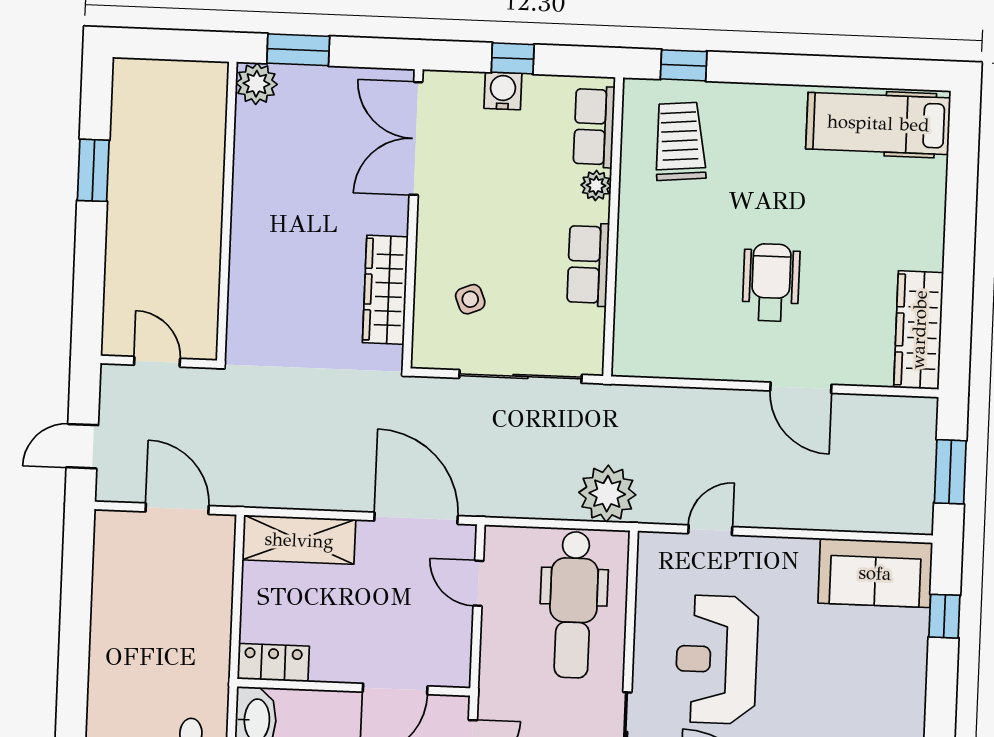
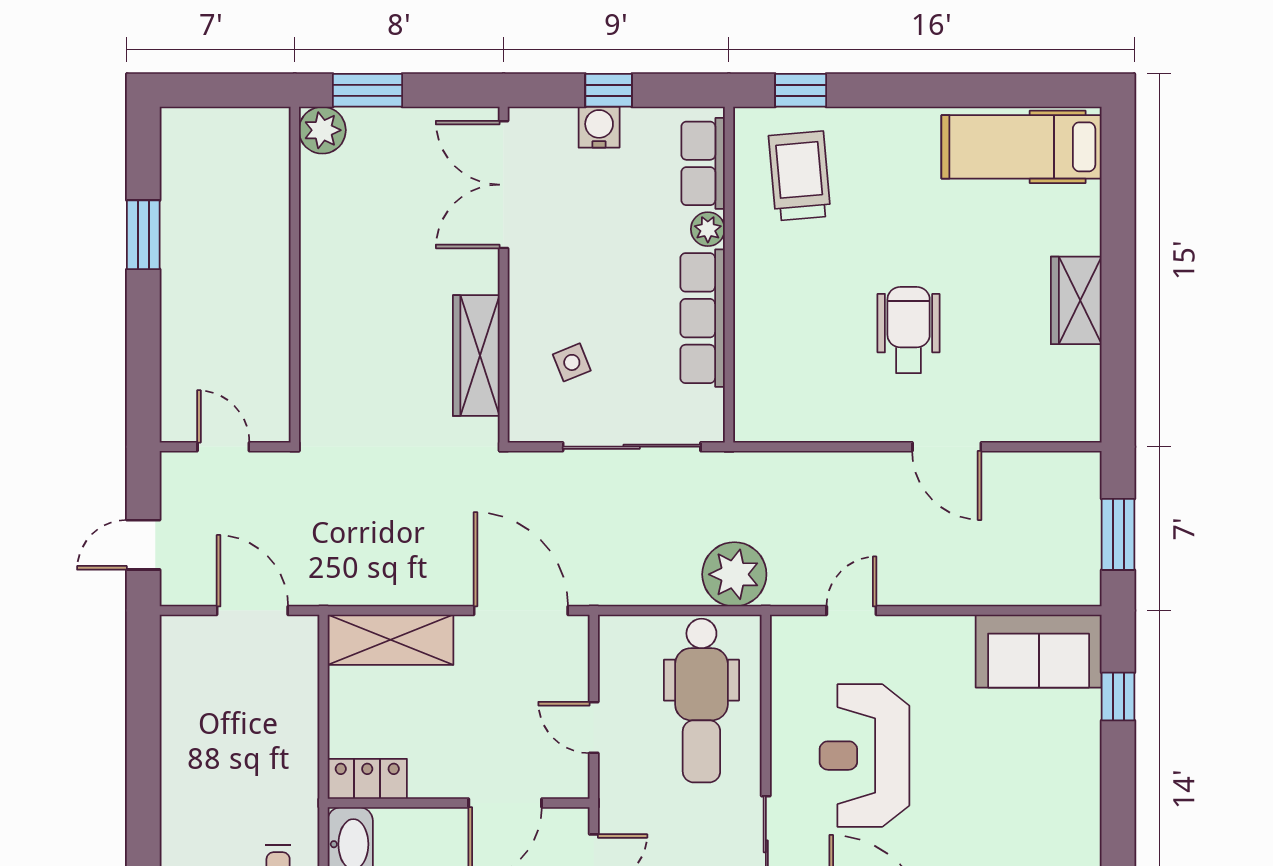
row of seats: (588, 264) -> (703, 318), width x1.48
wardrobe: (919, 330) -> (1076, 300), moved, width x0.67
door: (478, 583) -> (594, 728), moved

